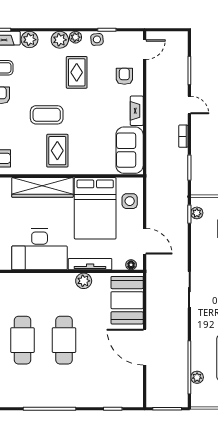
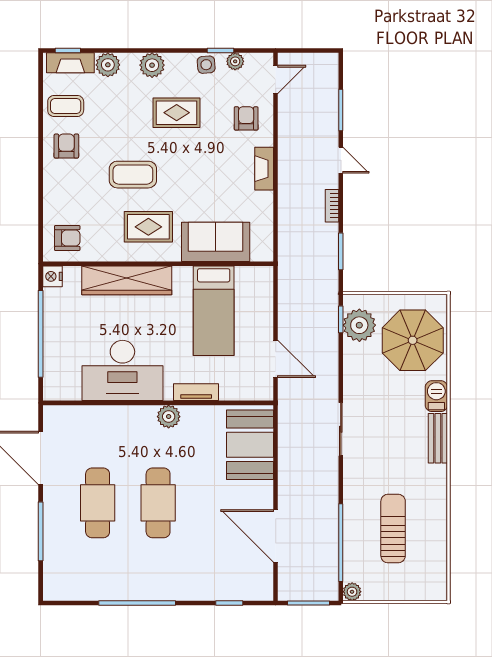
plant: (76, 37) -> (235, 61), moved
rug: (77, 72) -> (177, 113), turned 90
sofa: (130, 150) -> (216, 242), moved, turned 90
rug: (57, 151) -> (148, 227), turned 90
side table: (130, 201) -> (254, 300), removed
bed: (95, 208) -> (214, 311), width x0.67
plant: (197, 213) -> (359, 325), width x1.88, depth x1.88
tv unit: (90, 264) -> (196, 392), width x0.71
floor lamp: (131, 265) -> (256, 393), removed
plant: (84, 281) -> (169, 417), moved
door: (145, 347) -> (276, 536), moved
plant: (197, 377) -> (352, 592), moved

